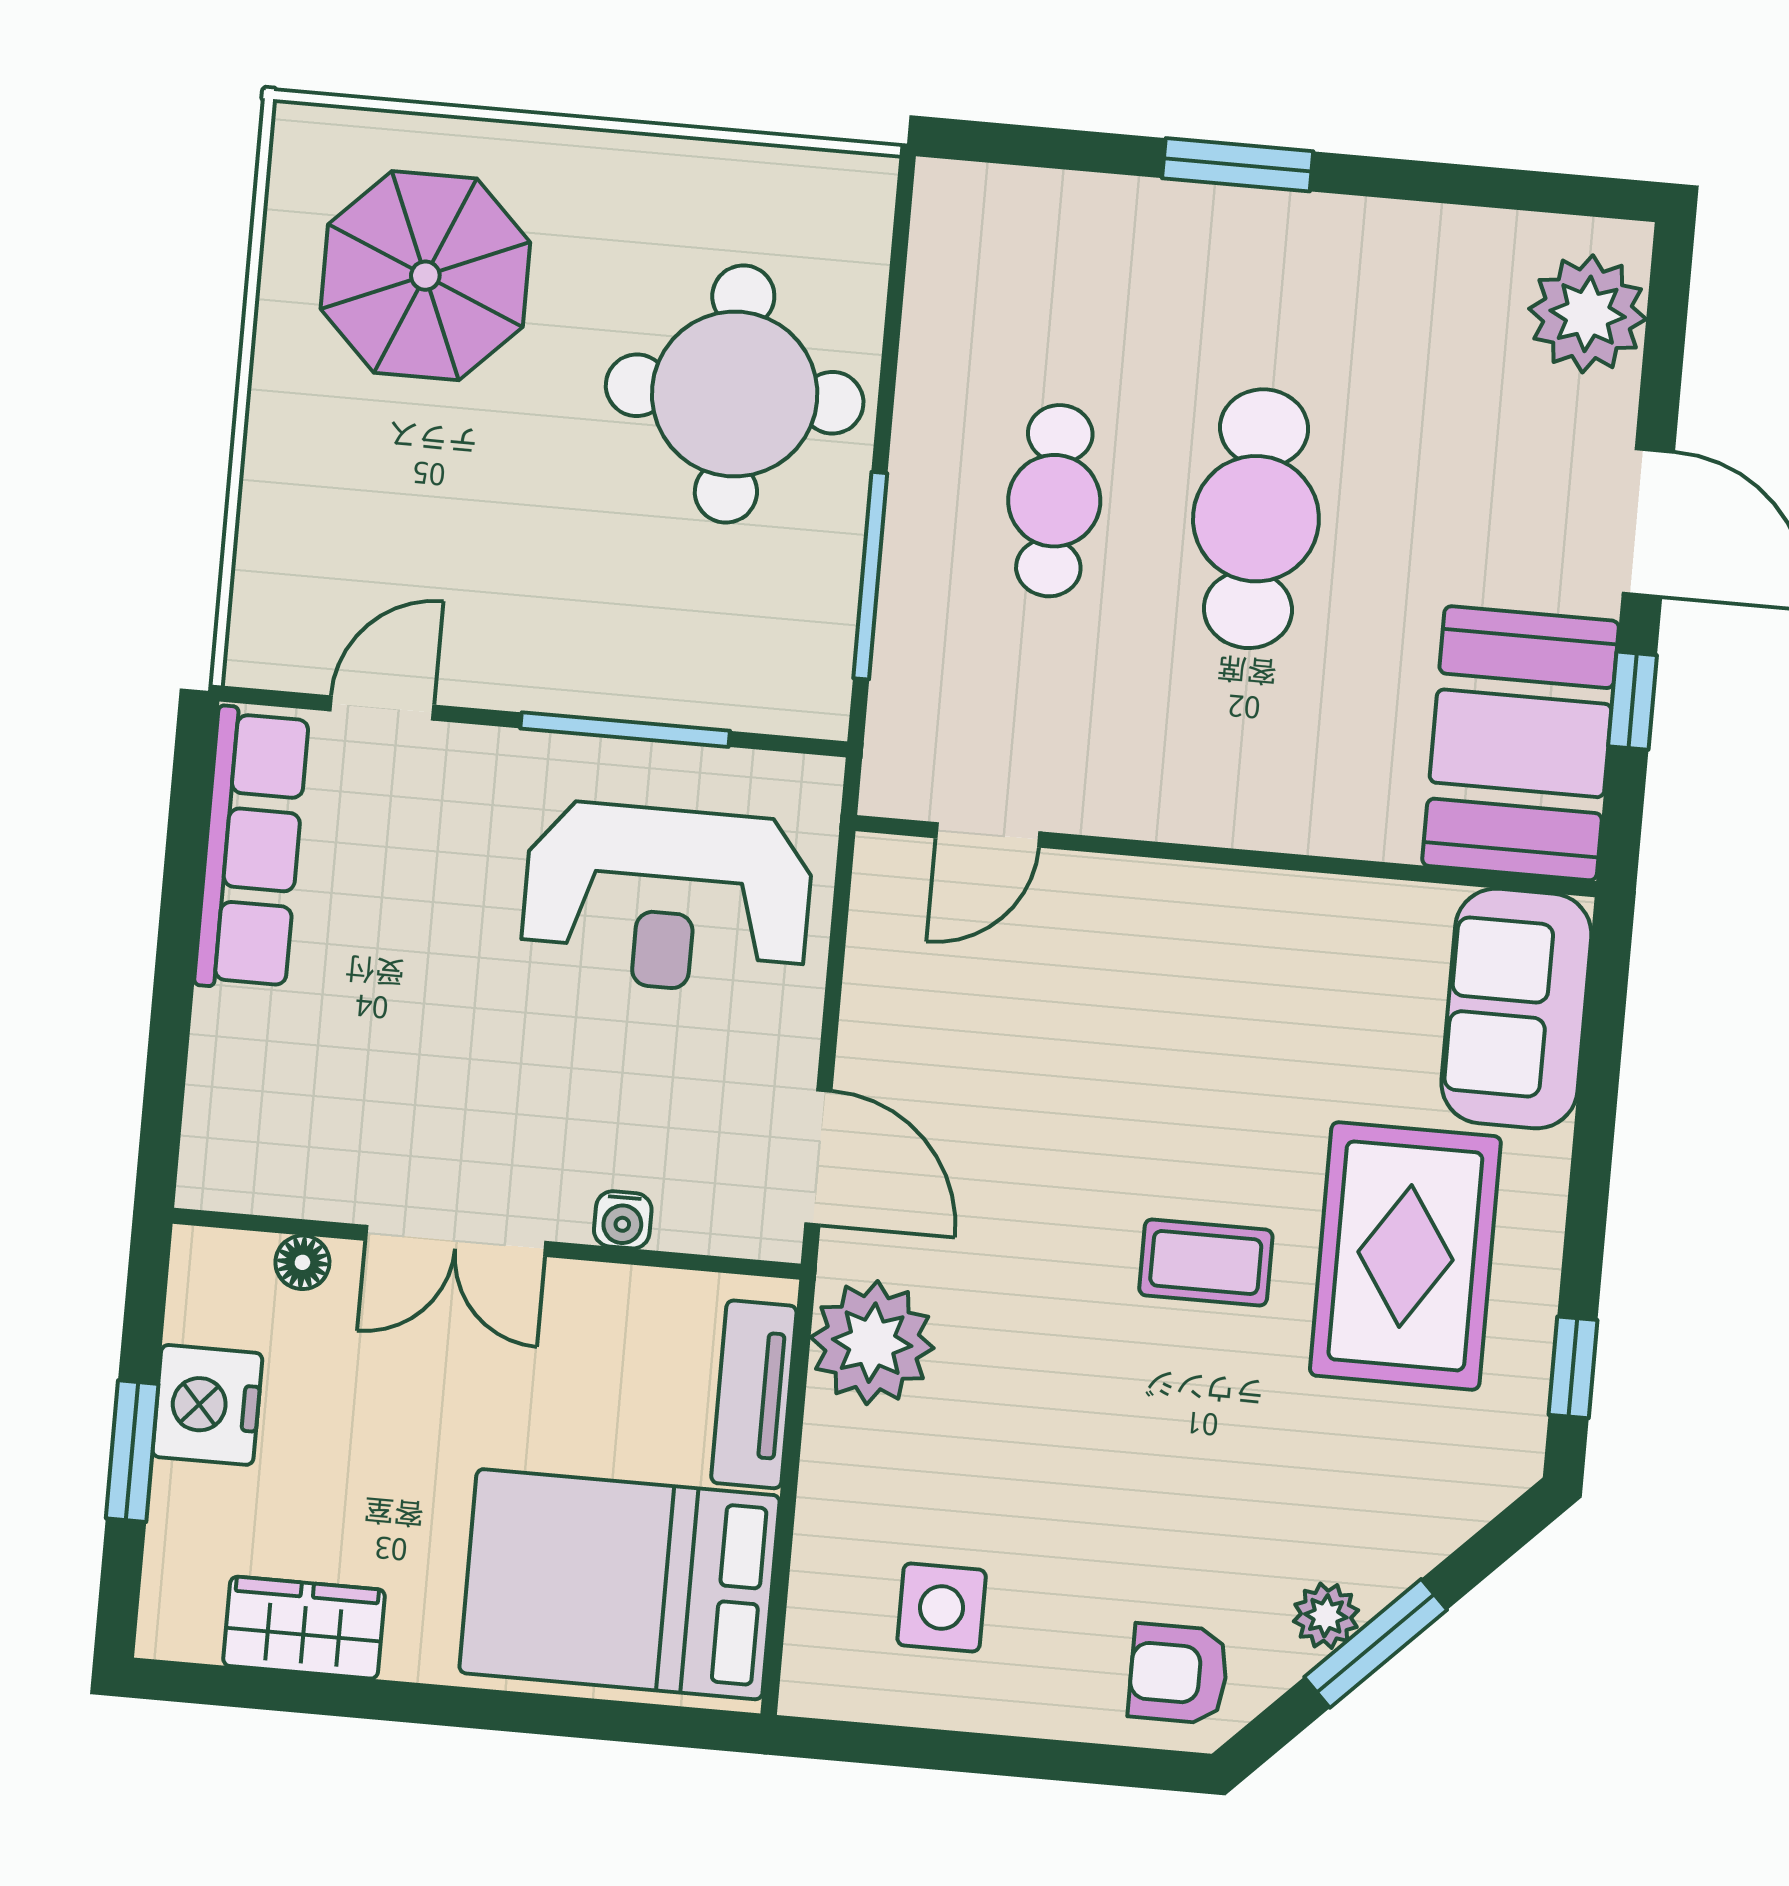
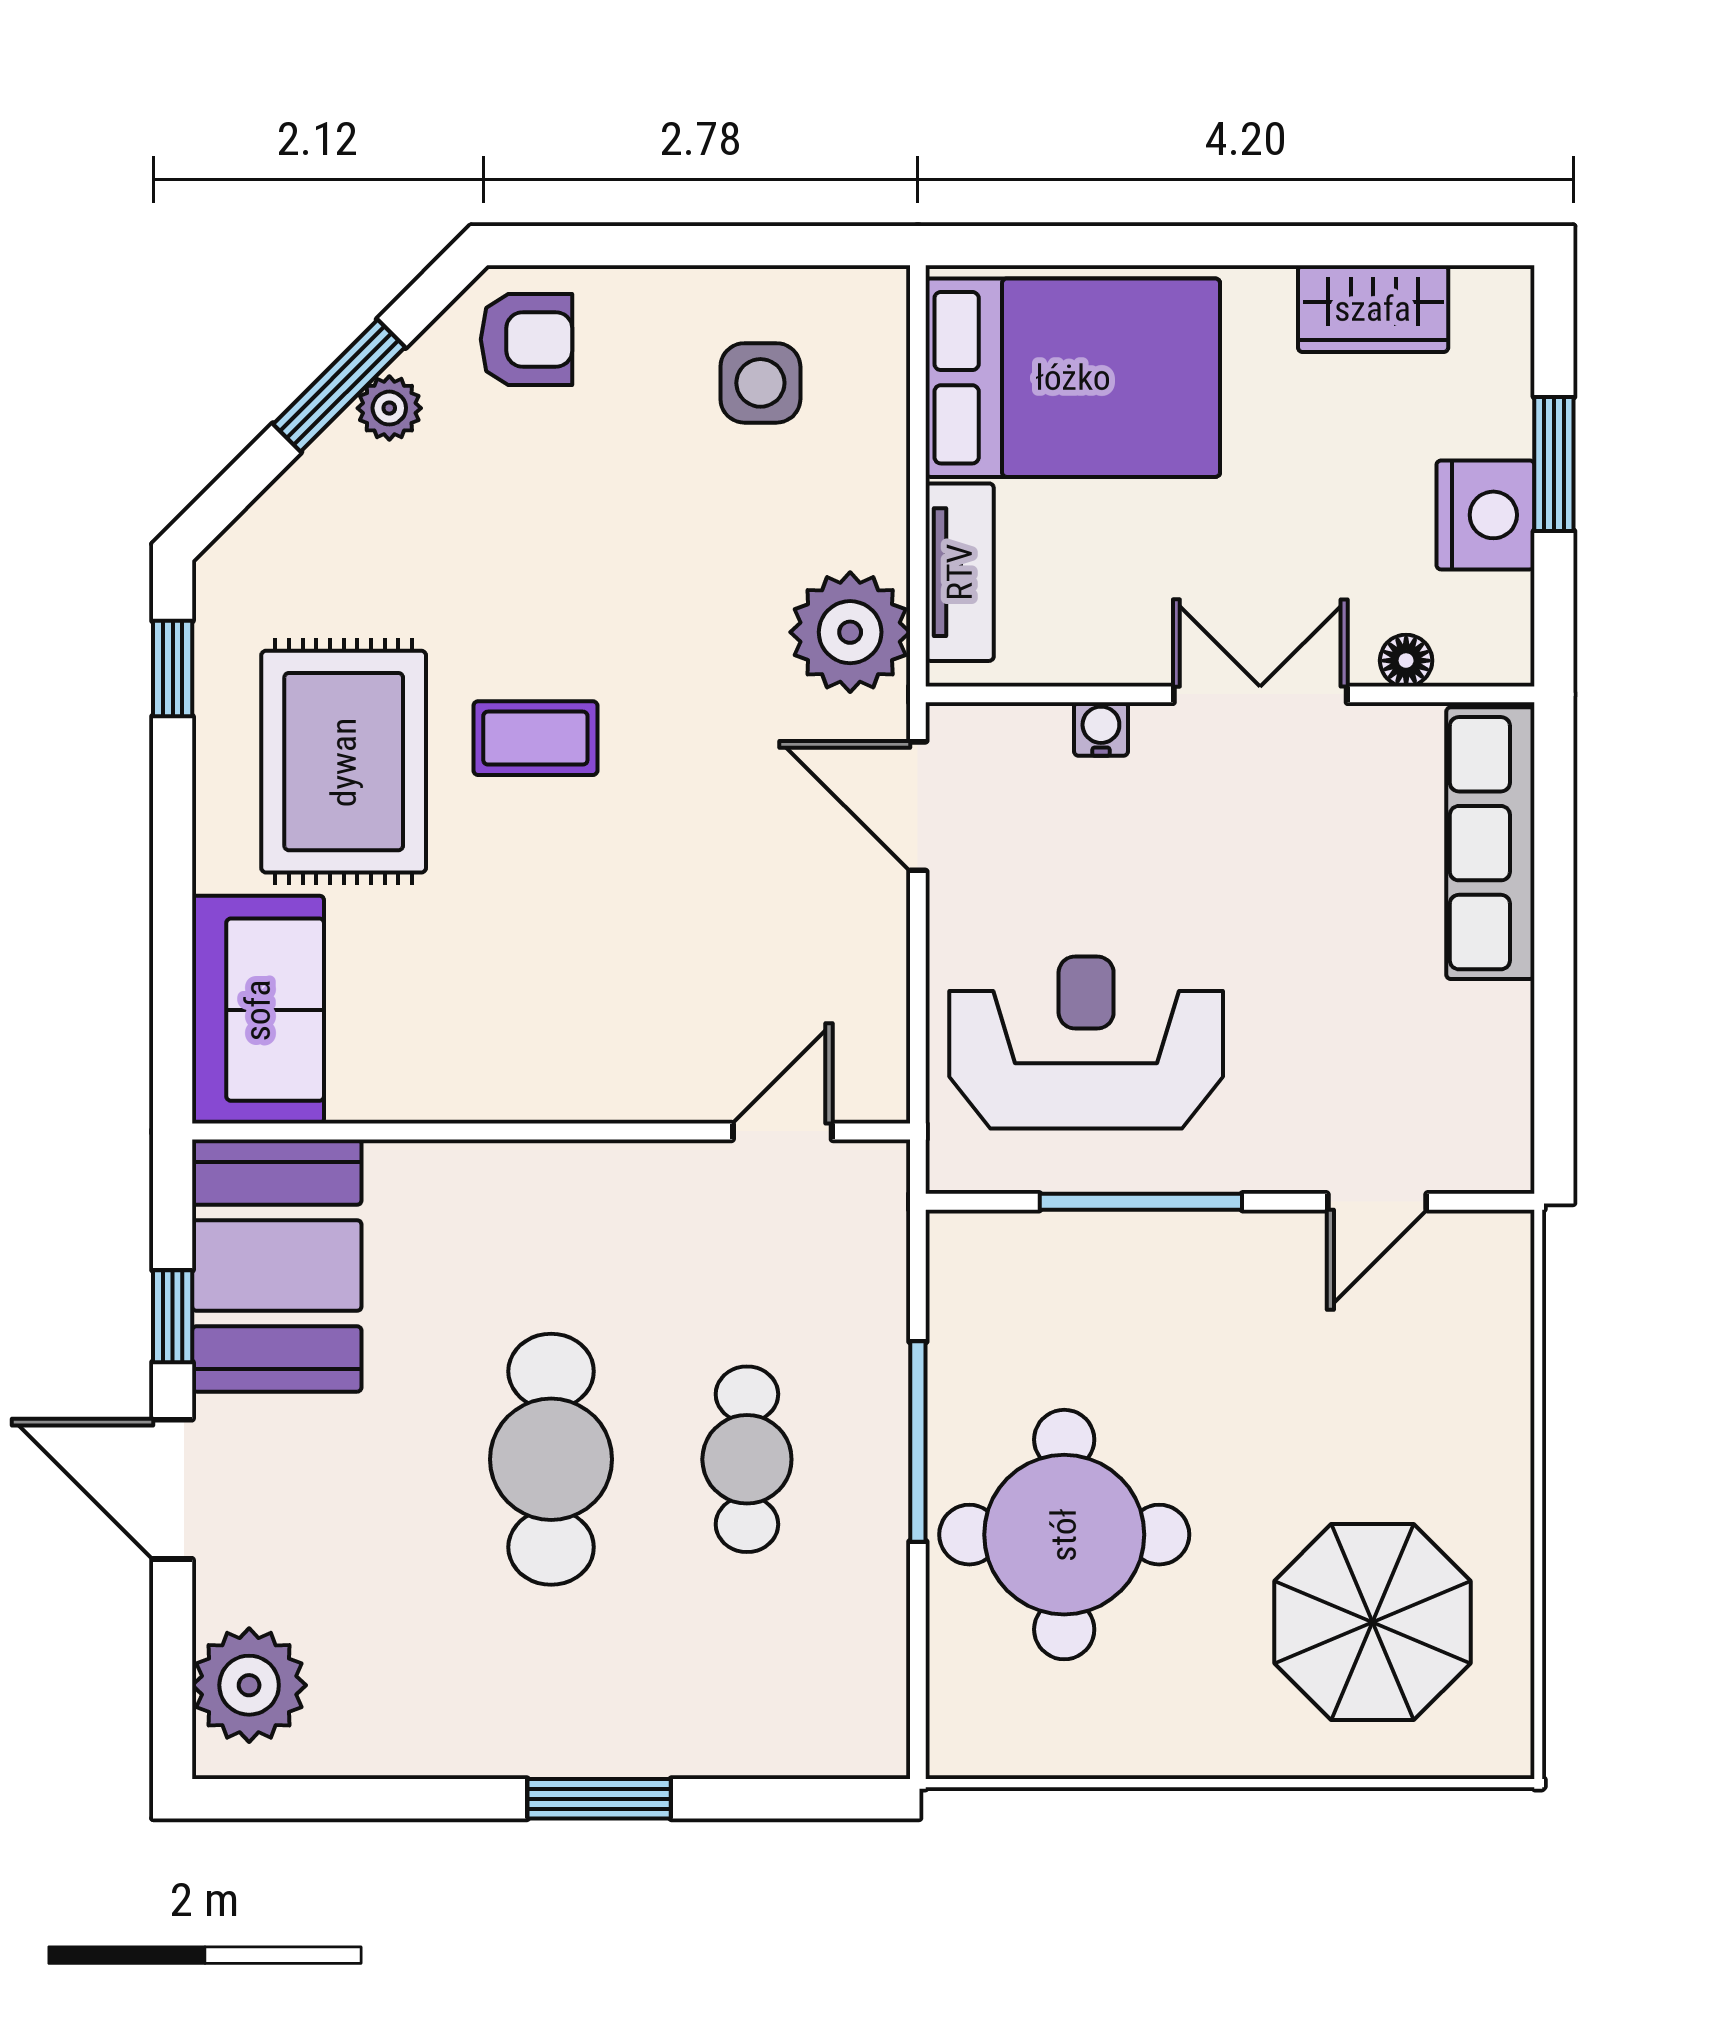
window: (870, 576) -> (918, 1442), moved
row of seats: (252, 849) -> (1490, 843), moved

